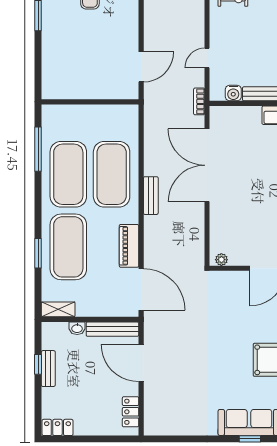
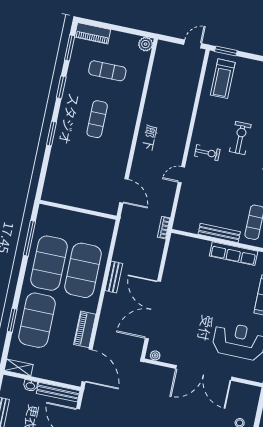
door: (207, 58) -> (181, 175), moved
door: (141, 67) -> (124, 191), hinge flipped
water cooler: (233, 93) -> (192, 227), removed
double door: (207, 165) -> (153, 310), moved
bench: (151, 196) -> (114, 277), moved

